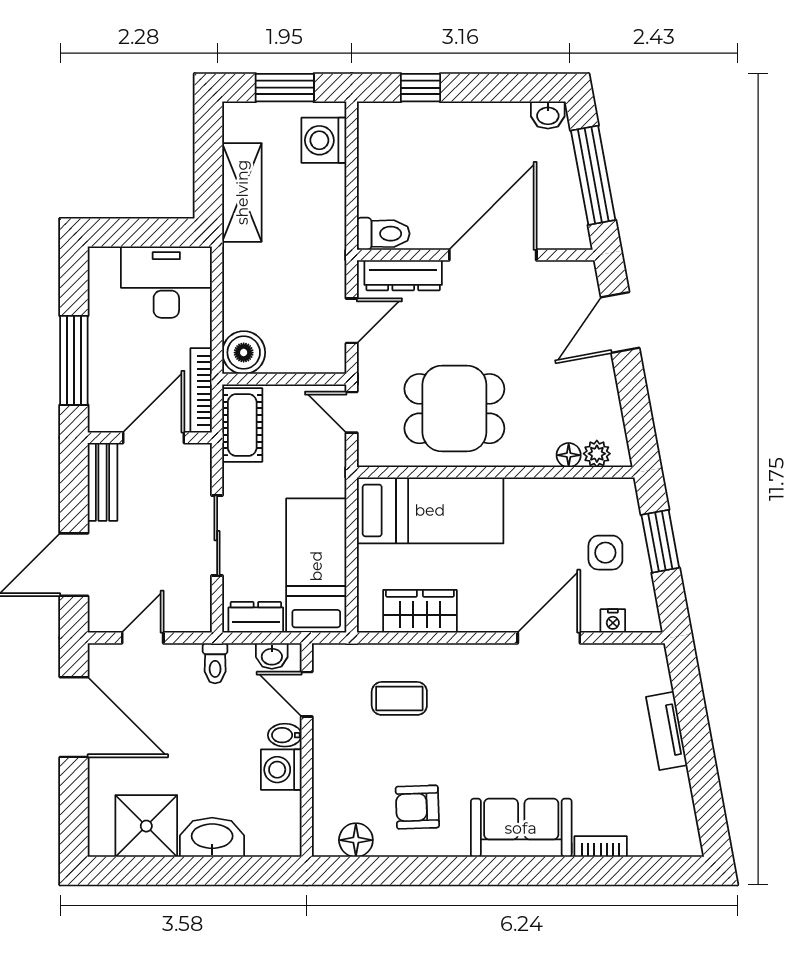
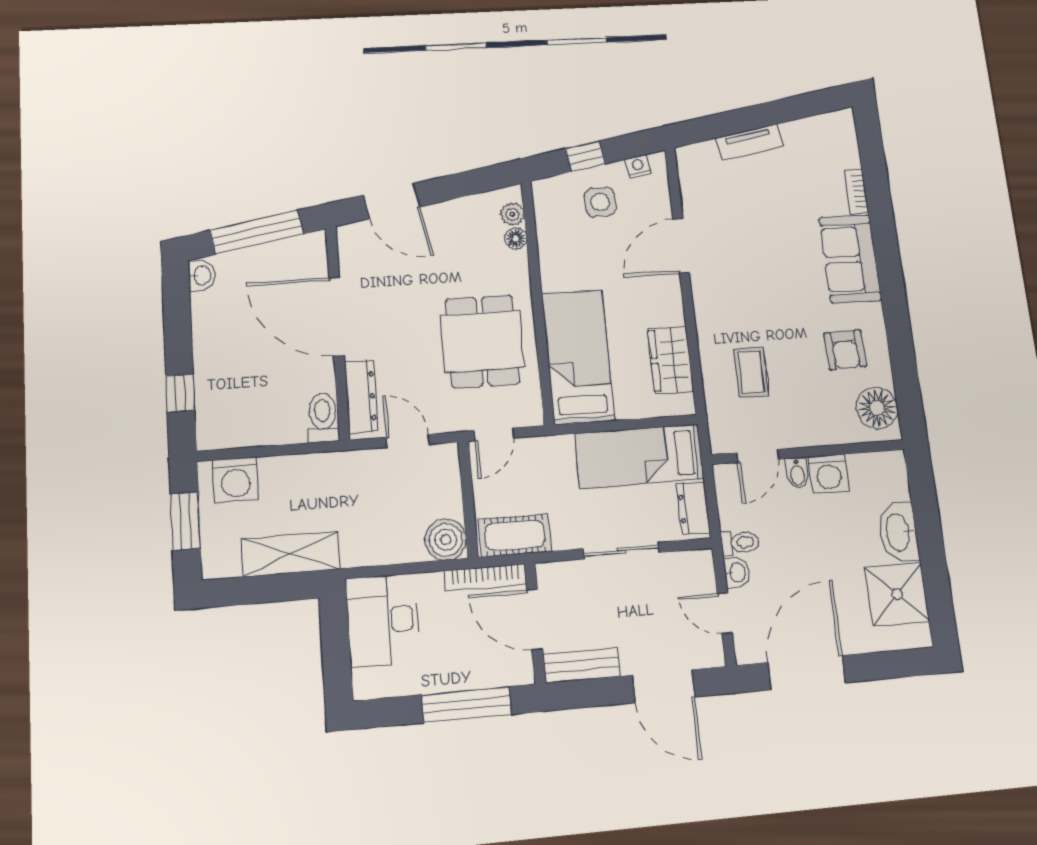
window: (660, 541) -> (585, 156), width x0.67
nightstand: (613, 621) -> (638, 166), moved, turned -100
door: (549, 638) -> (681, 246), hinge flipped
washbasin: (272, 656) -> (737, 572), moved
floor lamp: (356, 840) -> (877, 408), width x1.38, depth x1.38

